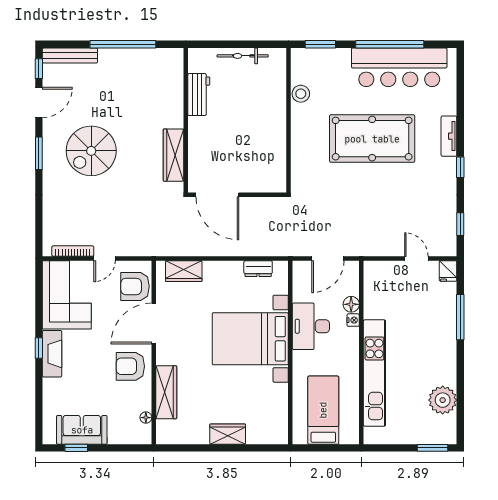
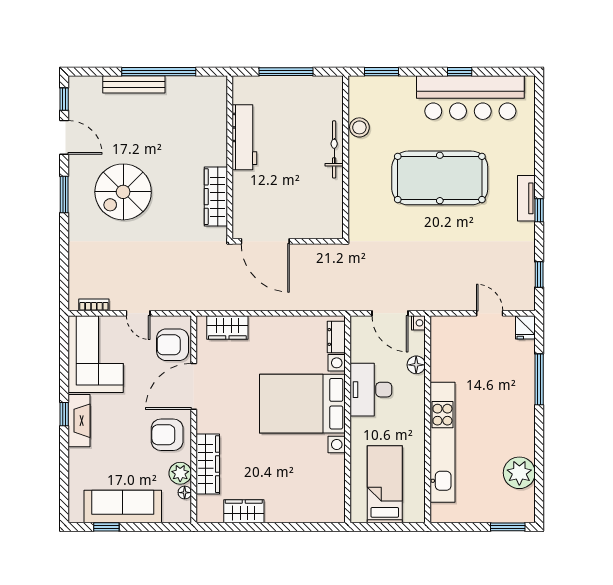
window: (236, 44) -> (286, 72), added
window: (390, 44) -> (460, 72), width x0.32
bench: (70, 56) -> (134, 84), moved
bicycle: (243, 56) -> (334, 149), moved, turned 90
workbench: (199, 95) -> (244, 137), width x1.38
door: (39, 102) -> (64, 137), hinge flipped
tv unit: (449, 136) -> (526, 198), moved
bookcase: (73, 251) -> (94, 305), width x0.64
door: (105, 259) -> (138, 313), hinge flipped
door: (328, 259) -> (390, 313), hinge flipped
dresser: (258, 269) -> (336, 337), moved, turned 90
nightstand: (353, 320) -> (418, 323), moved
plant: (142, 400) -> (180, 473), added
sofa: (82, 430) -> (123, 506), width x1.36
wardrobe: (228, 434) -> (244, 511), moved

